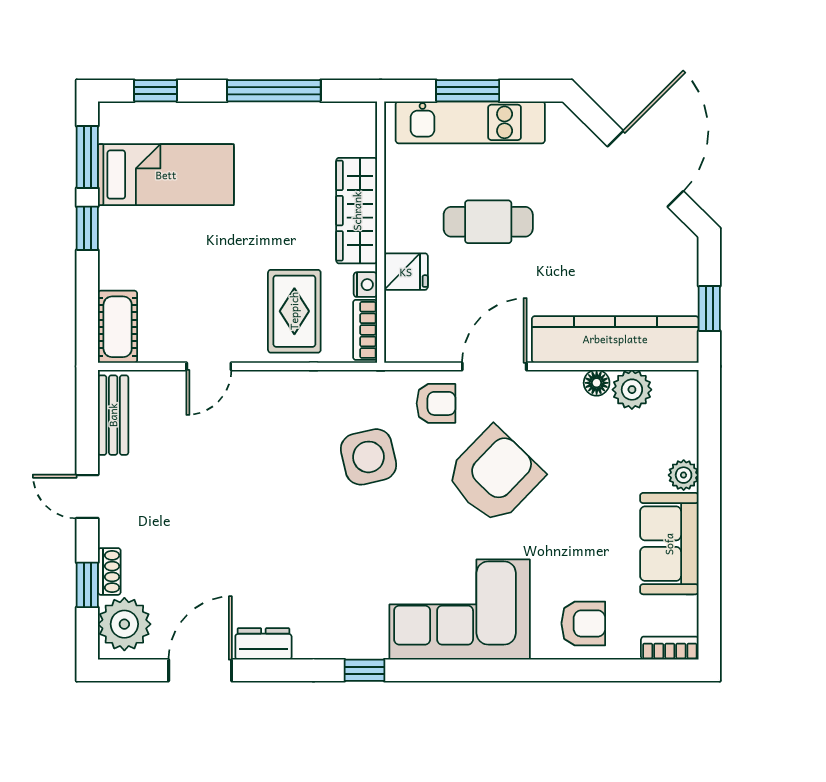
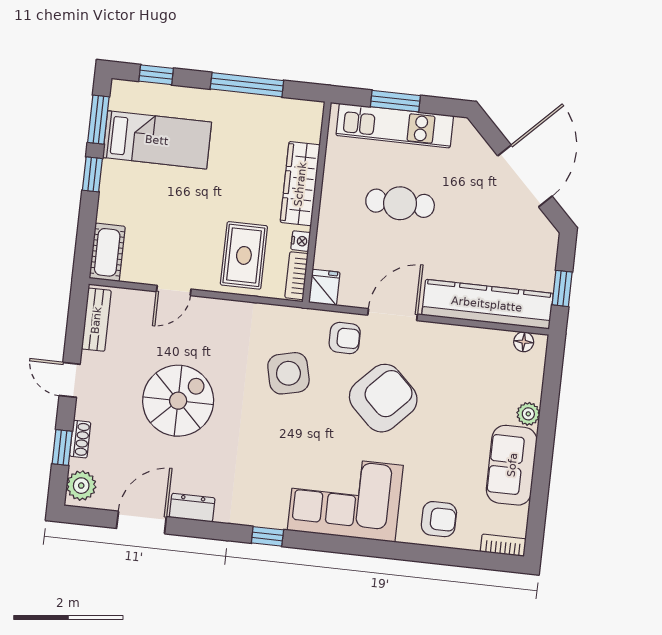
fridge: (406, 272) -> (324, 287), moved, turned -90
floor lamp: (597, 383) -> (524, 342), moved
plant: (632, 390) -> (496, 344), removed
spiral stairs: (230, 508) -> (178, 401), added
plant: (124, 624) -> (81, 486), width x0.73, depth x0.73

